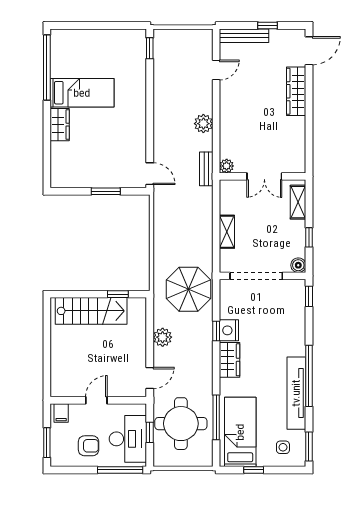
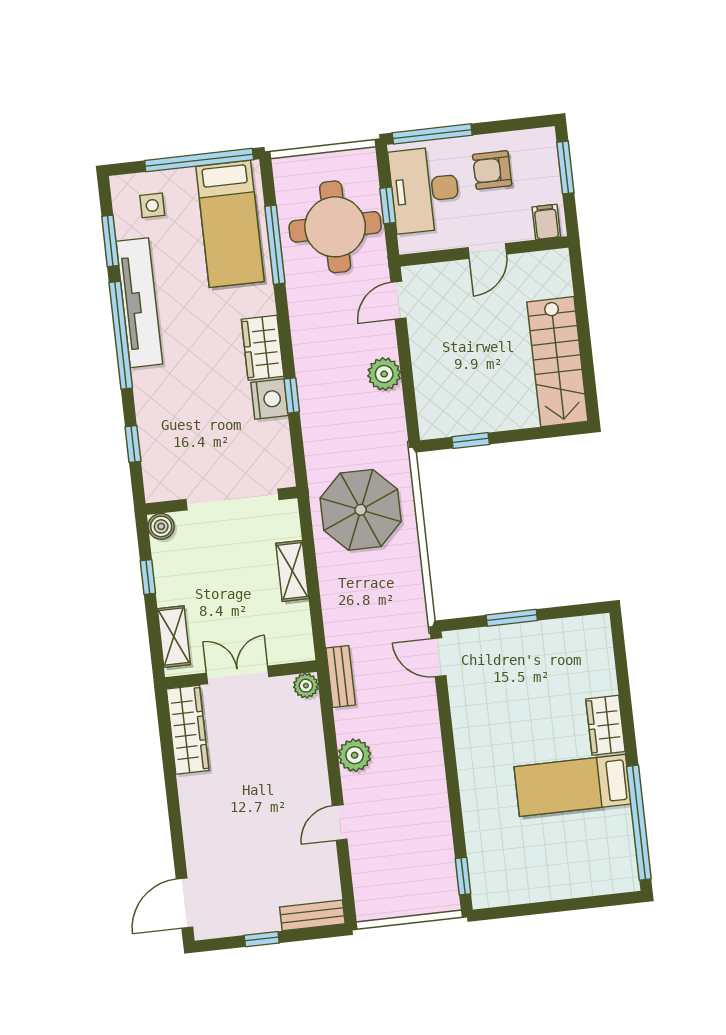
bench: (244, 36) -> (312, 915), width x0.73
door: (216, 70) -> (340, 823), moved
wardrobe: (296, 91) -> (188, 730), moved
parasol: (189, 289) -> (361, 510), moved
window: (309, 296) -> (133, 444), moved
stairs: (91, 311) -> (557, 362), moved, turned -90
window: (309, 446) -> (110, 241), moved
window: (254, 470) -> (199, 160), width x3.17

